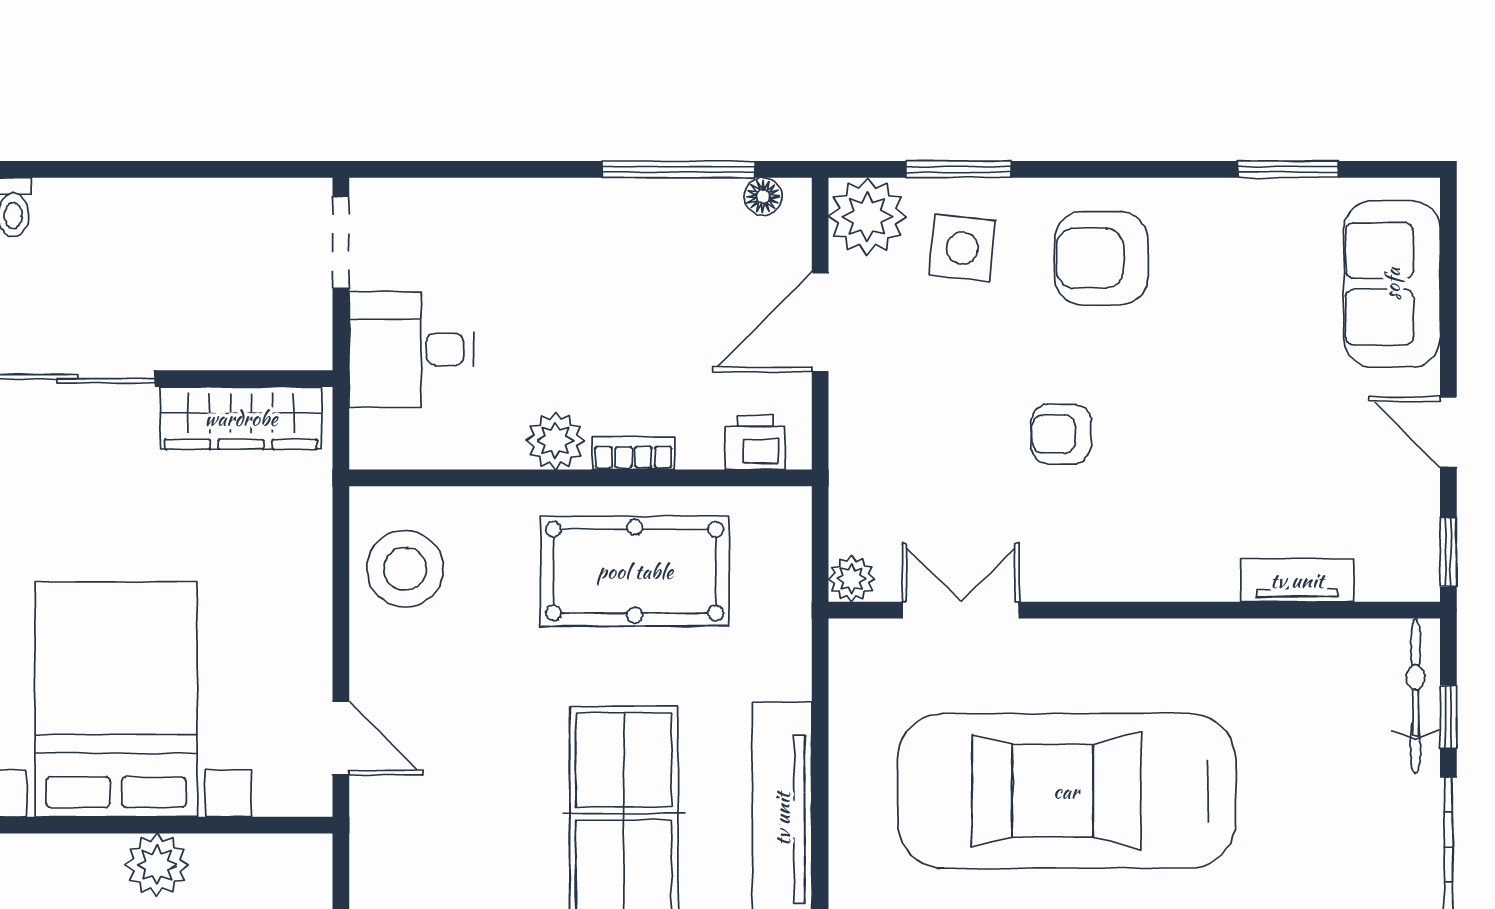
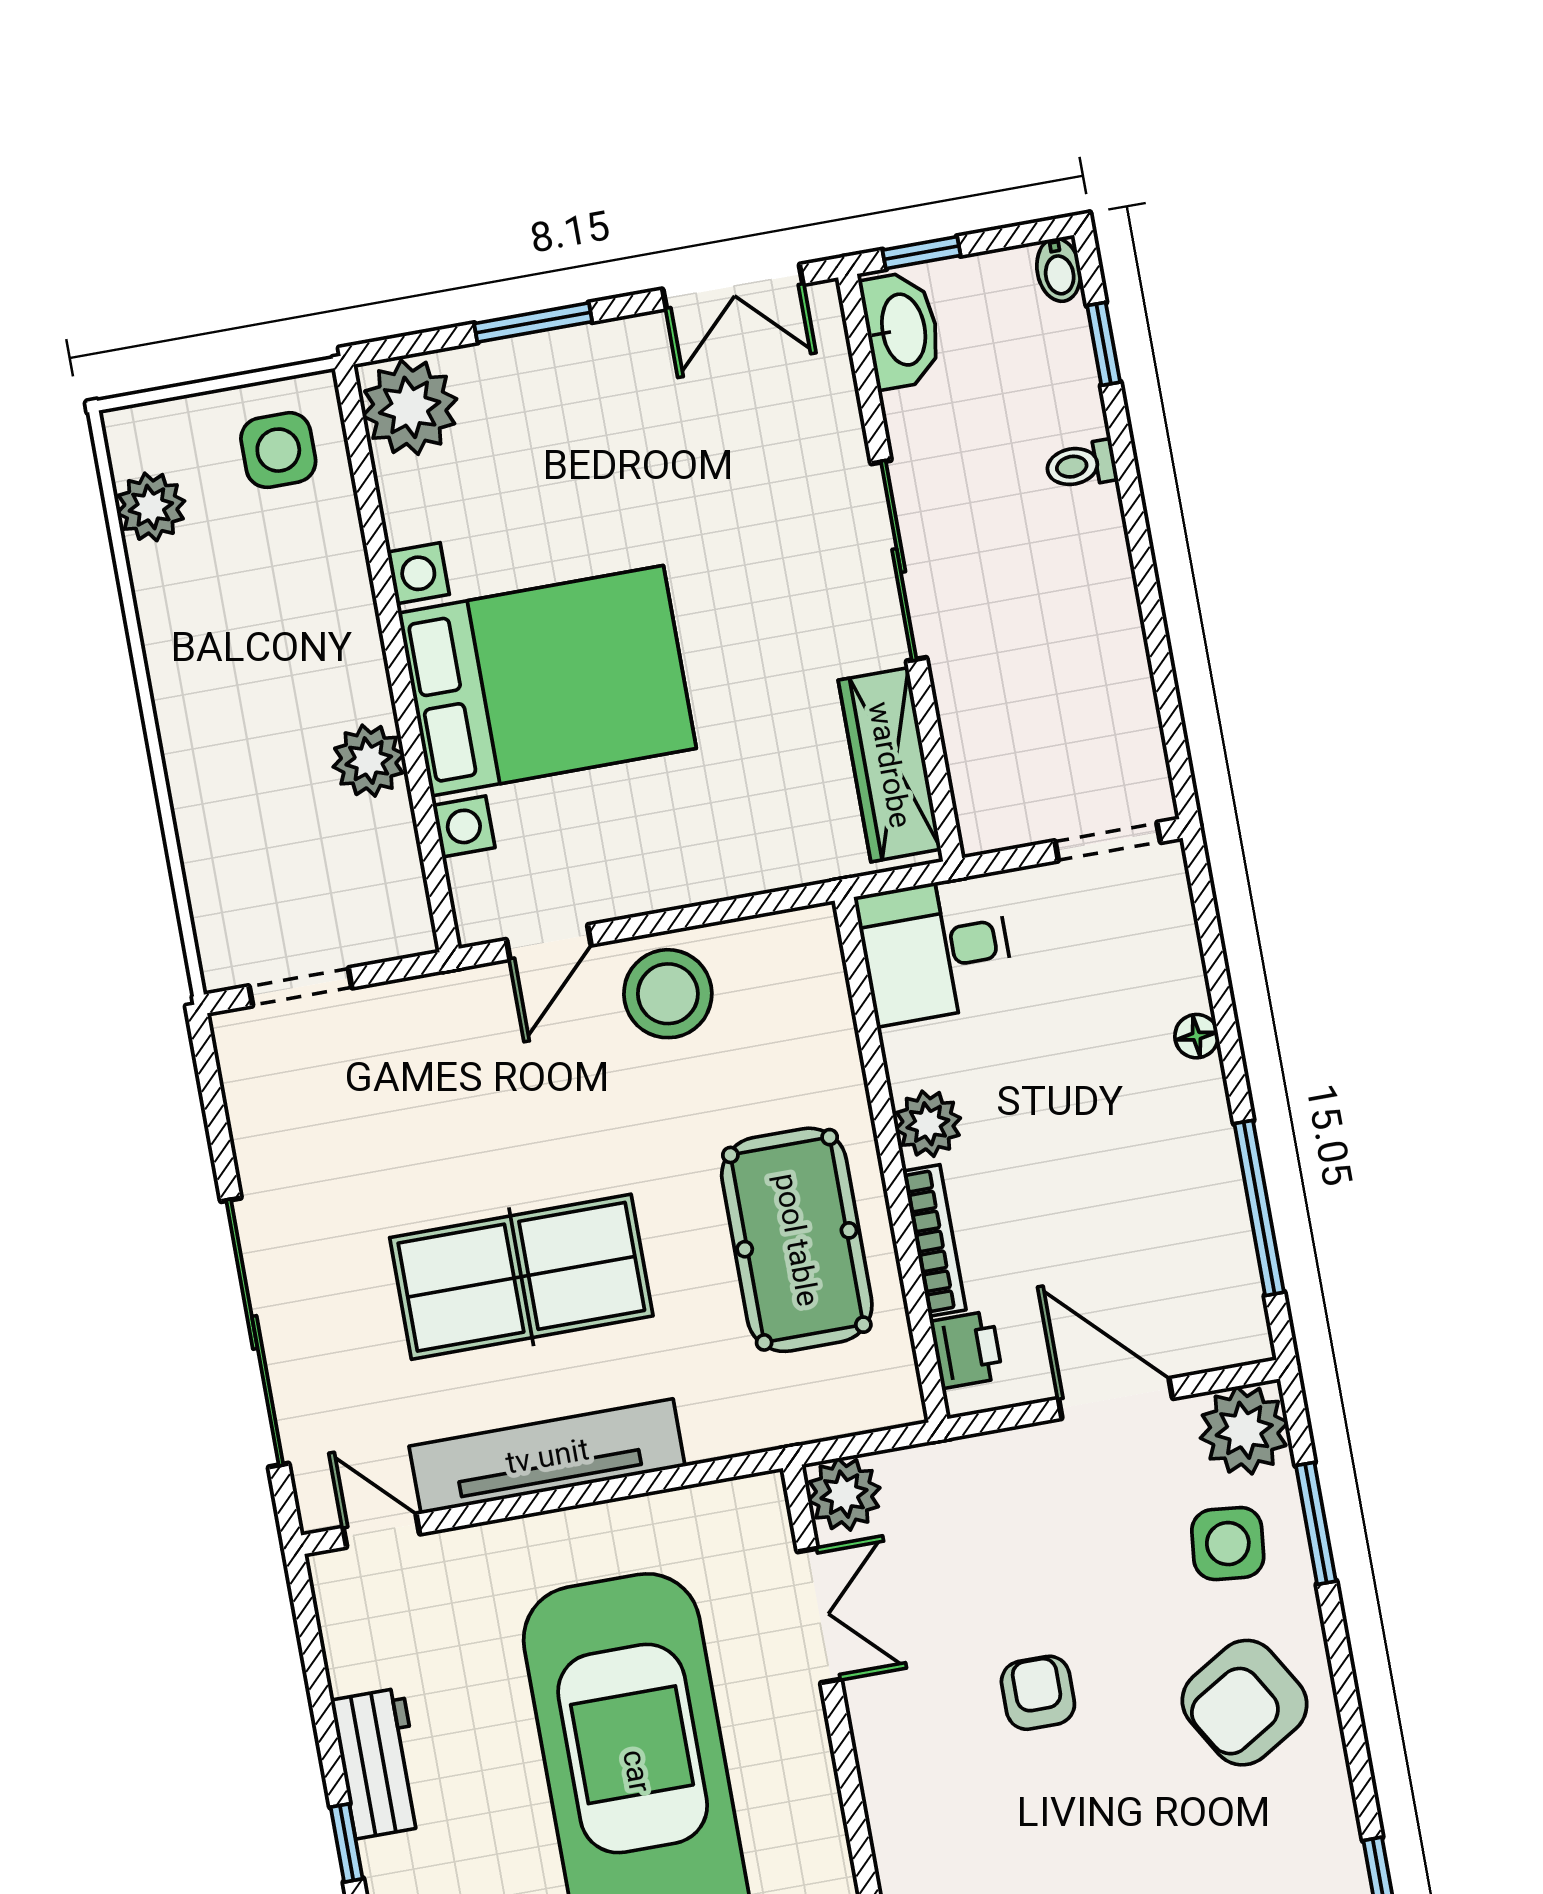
floor lamp: (763, 196) -> (1197, 1036), moved
armchair: (1101, 258) -> (1245, 1703), turned -121
desk: (411, 349) -> (935, 950), moved, turned -90
bookcase: (633, 453) -> (934, 1240), width x1.56
stool: (405, 569) -> (668, 994), moved
plant: (852, 579) -> (844, 1494), width x1.38, depth x1.38

